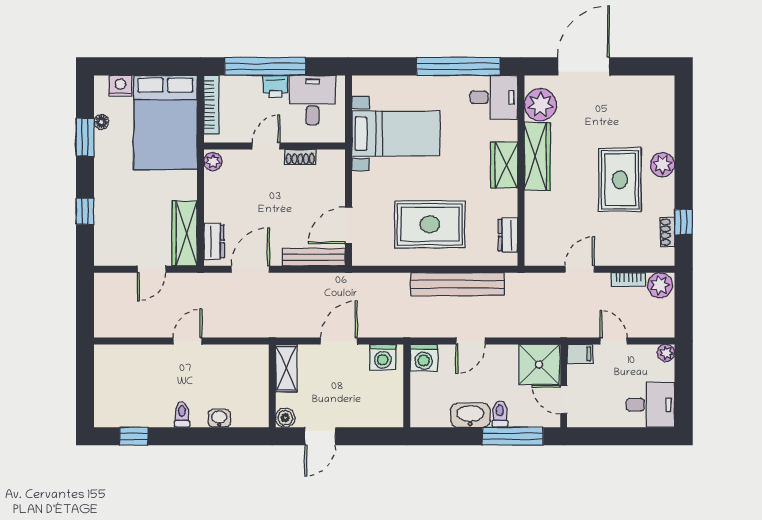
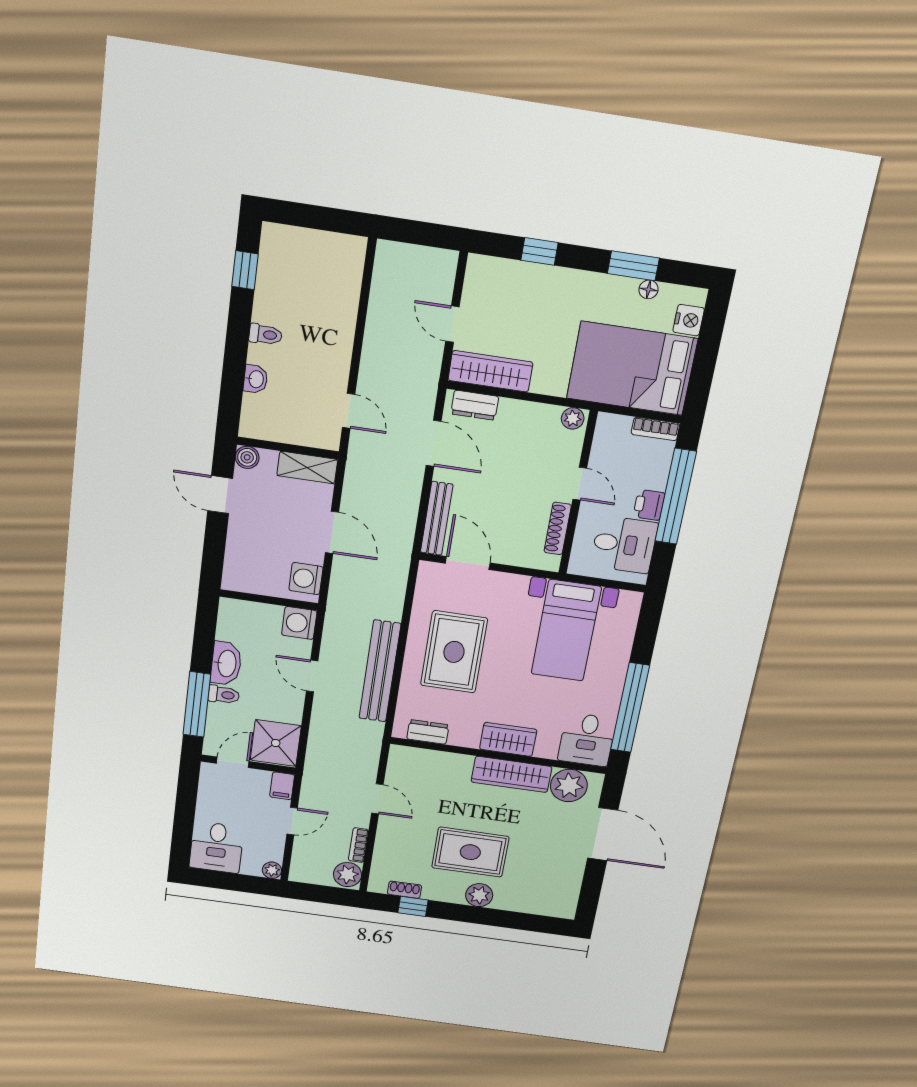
bookcase: (211, 105) -> (655, 429), width x0.64
shoe rack: (300, 157) -> (558, 528), width x1.43
door: (187, 341) -> (349, 411), moved

